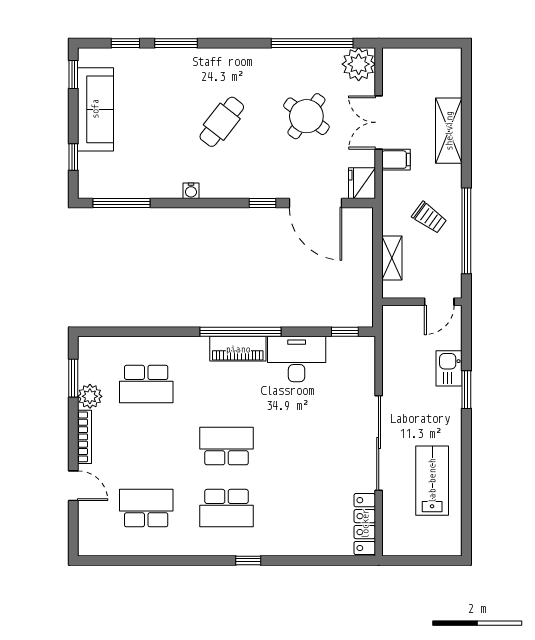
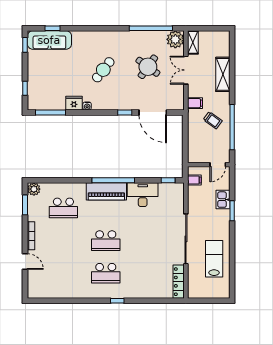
window: (176, 43) -> (79, 28), removed
sofa: (95, 109) -> (49, 40), moved, turned 90
filing cabinet: (396, 160) -> (195, 103), moved
fridge: (362, 183) -> (74, 103), moved, turned 90
shelving: (392, 258) -> (193, 42), moved
filing cabinet: (395, 331) -> (194, 180), added
piano: (238, 349) -> (106, 191), width x1.37, depth x1.33
plant: (90, 396) -> (34, 189), moved
school desk: (226, 446) -> (106, 241), turned 180
school desk: (146, 508) -> (63, 273), removed

